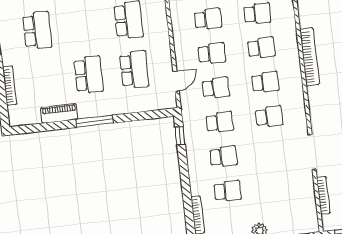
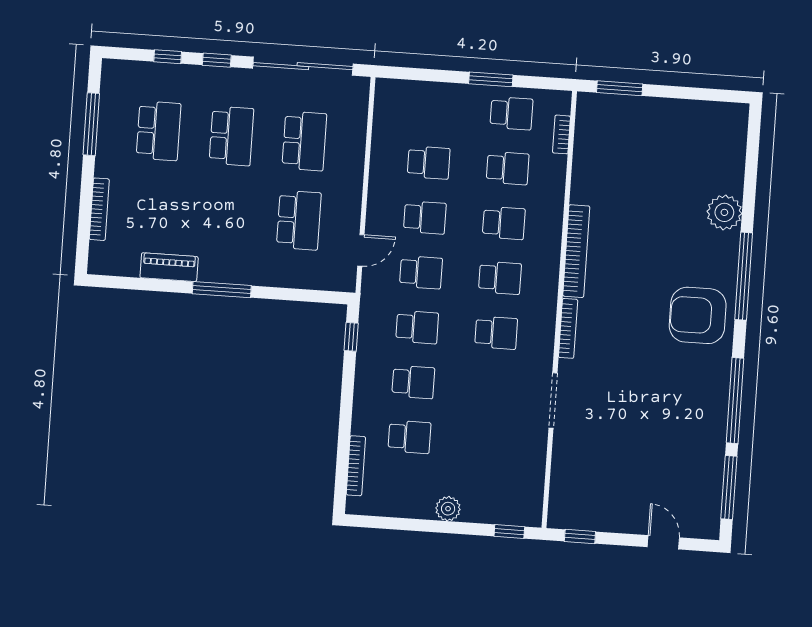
school desk: (89, 75) -> (231, 136), moved
bookcase: (323, 195) -> (568, 328), moved

